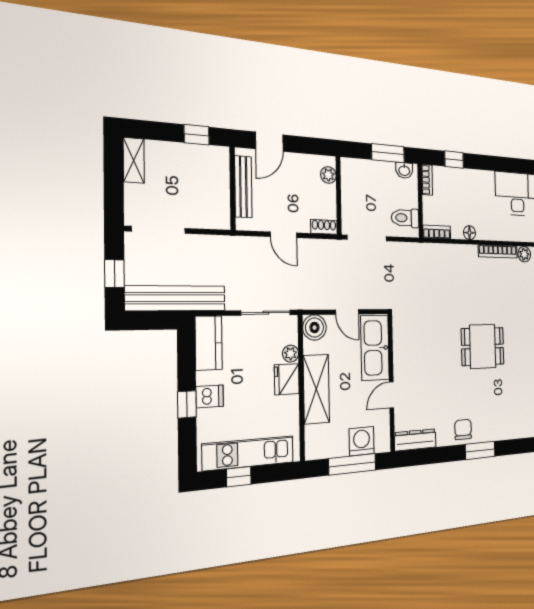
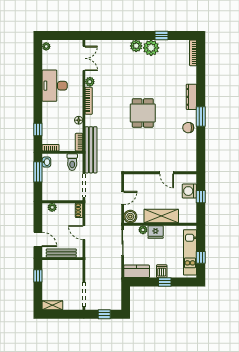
door: (284, 235) -> (84, 233), swing flipped
bench: (176, 298) -> (91, 150), moved
kitchen sink: (375, 348) -> (141, 182), removed
dresser: (415, 440) -> (191, 97), moved
window: (352, 464) -> (201, 197), width x0.46

